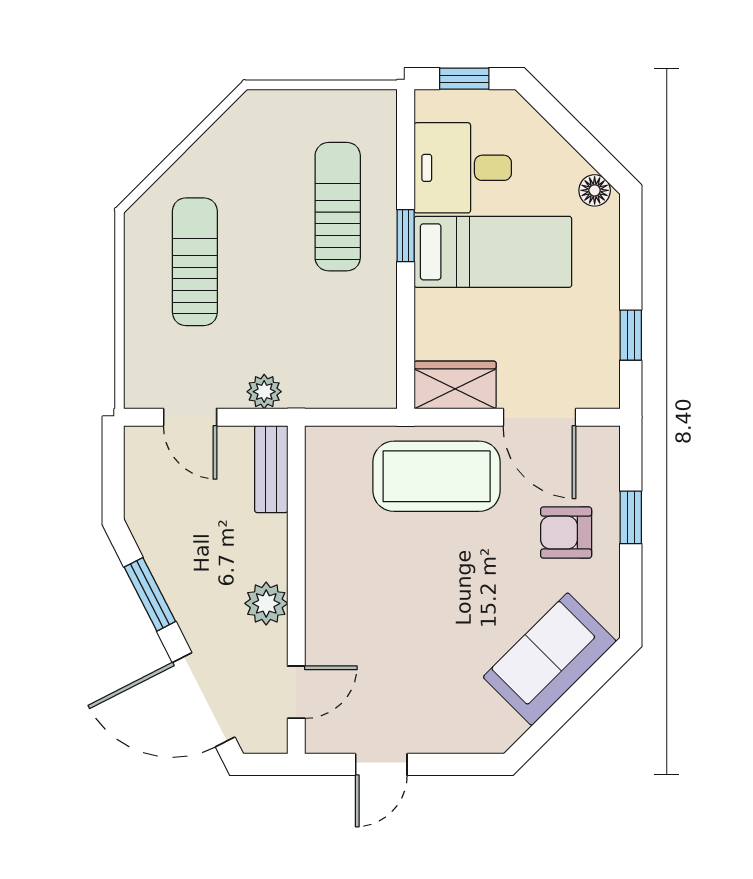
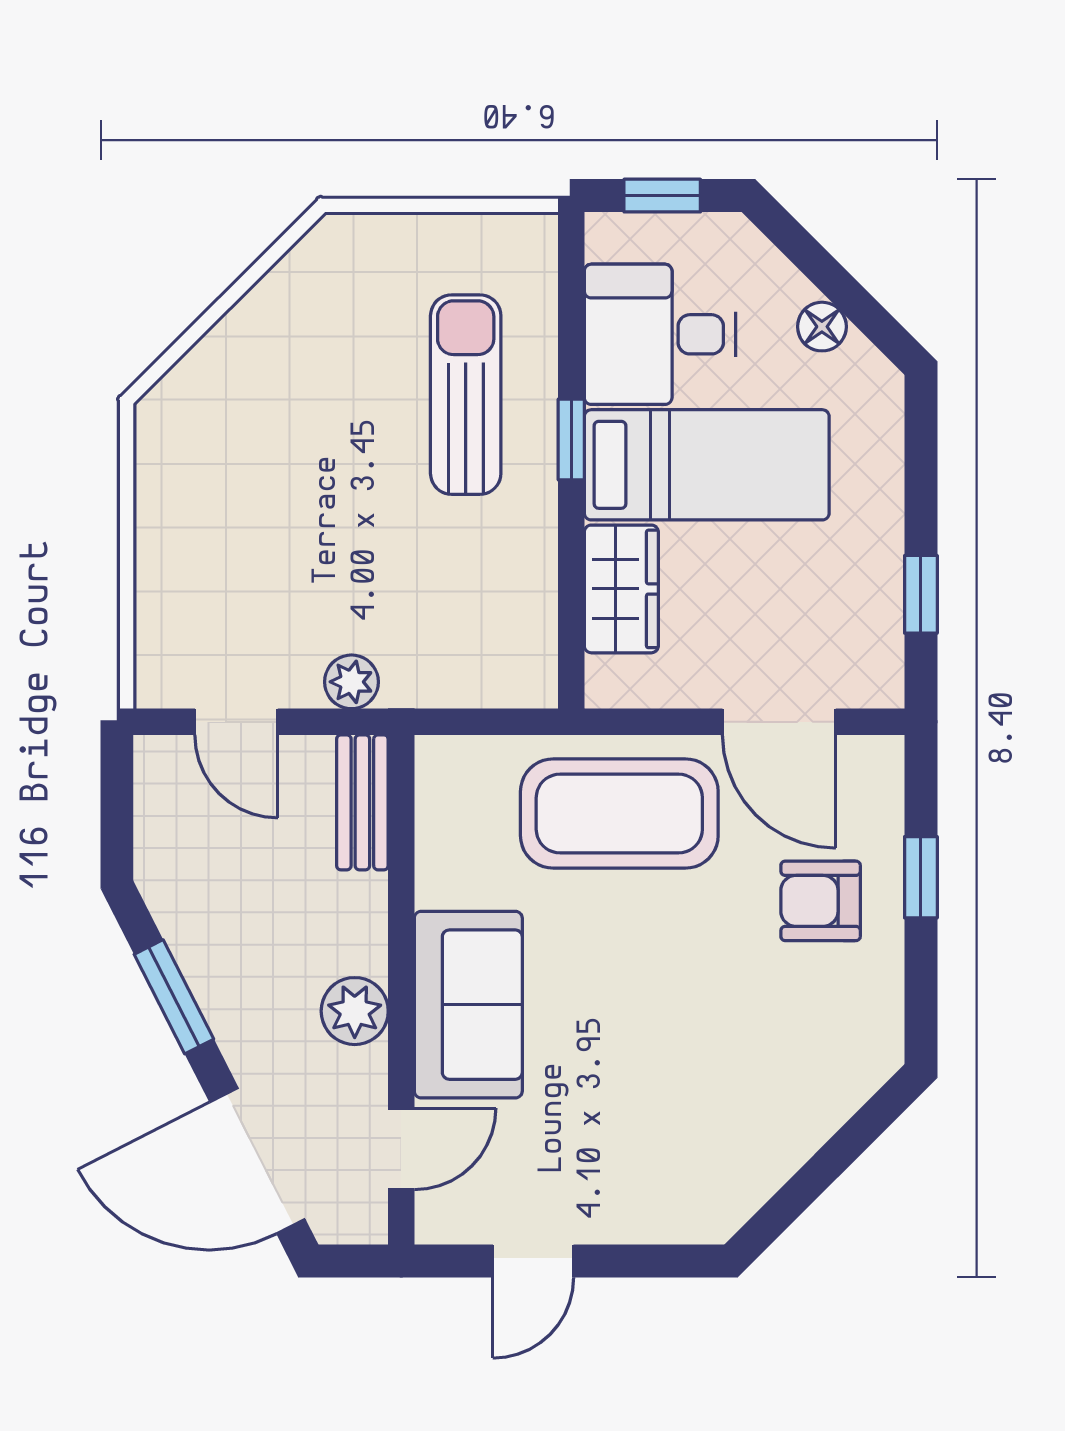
floor lamp: (595, 190) -> (822, 327), moved
sun lounger: (195, 262) -> (244, 480), removed
wardrobe: (455, 385) -> (621, 589), moved, turned 90
sofa: (550, 659) -> (468, 1005), moved, turned 135

